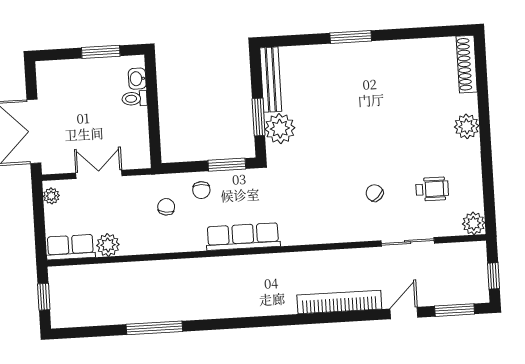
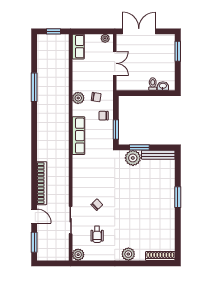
window: (101, 52) -> (178, 51), moved
plant: (108, 245) -> (78, 98), moved
window: (493, 276) -> (51, 263), removed

